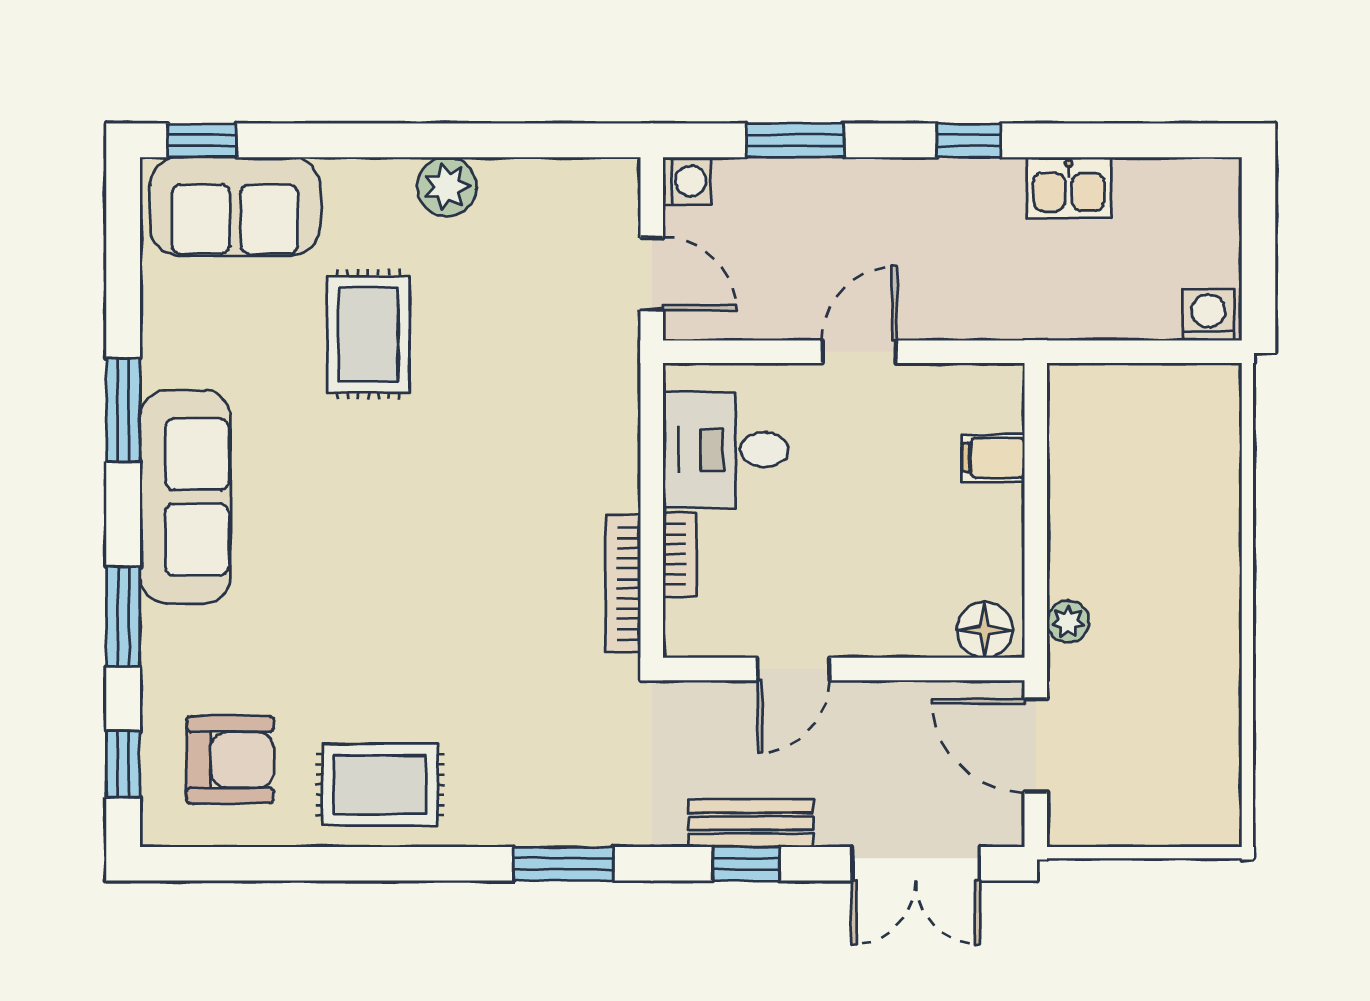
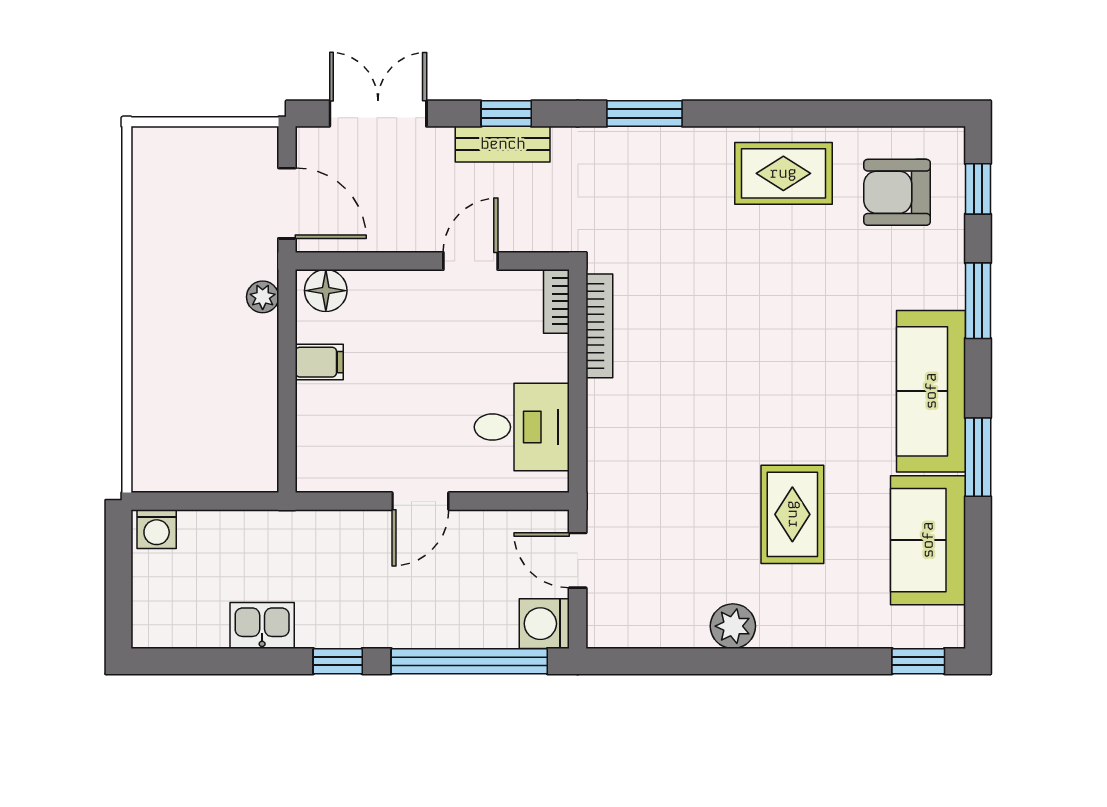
window: (795, 140) -> (469, 661), width x2.11
washing machine: (687, 181) -> (544, 624), width x1.38, depth x1.38
sofa: (235, 206) -> (928, 540), moved, turned -90
filing cabinet: (993, 458) -> (319, 362), moved
bookcase: (680, 554) -> (556, 301), moved

